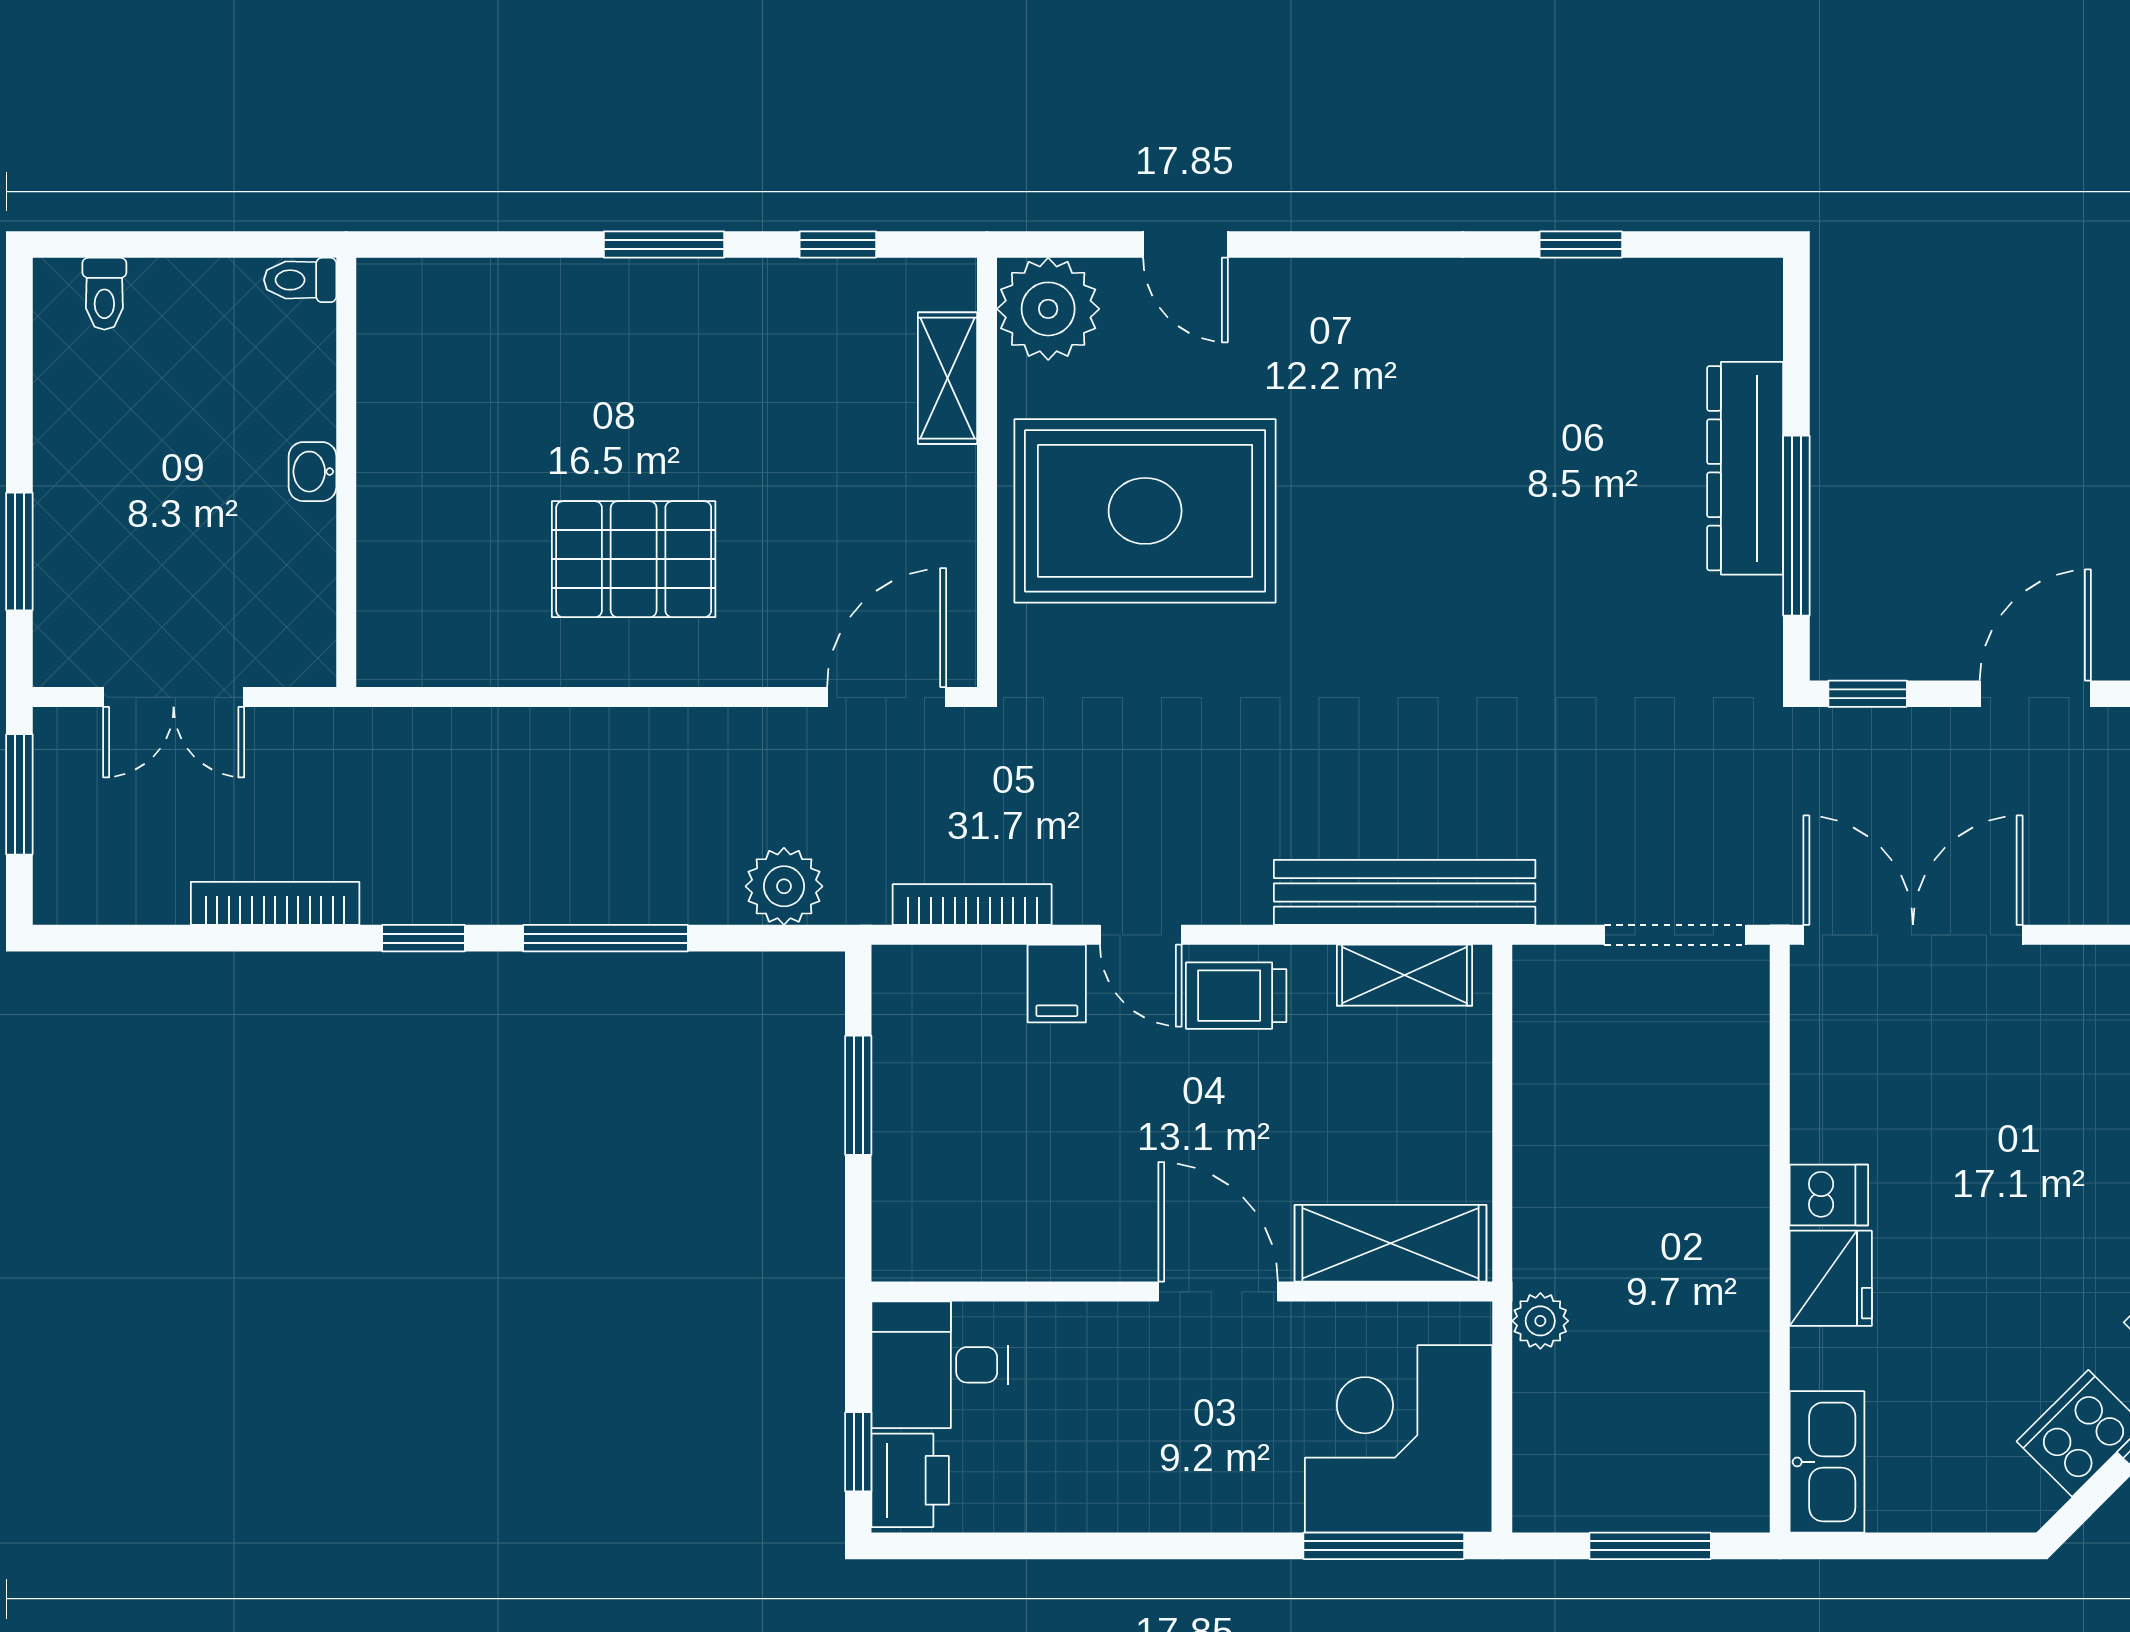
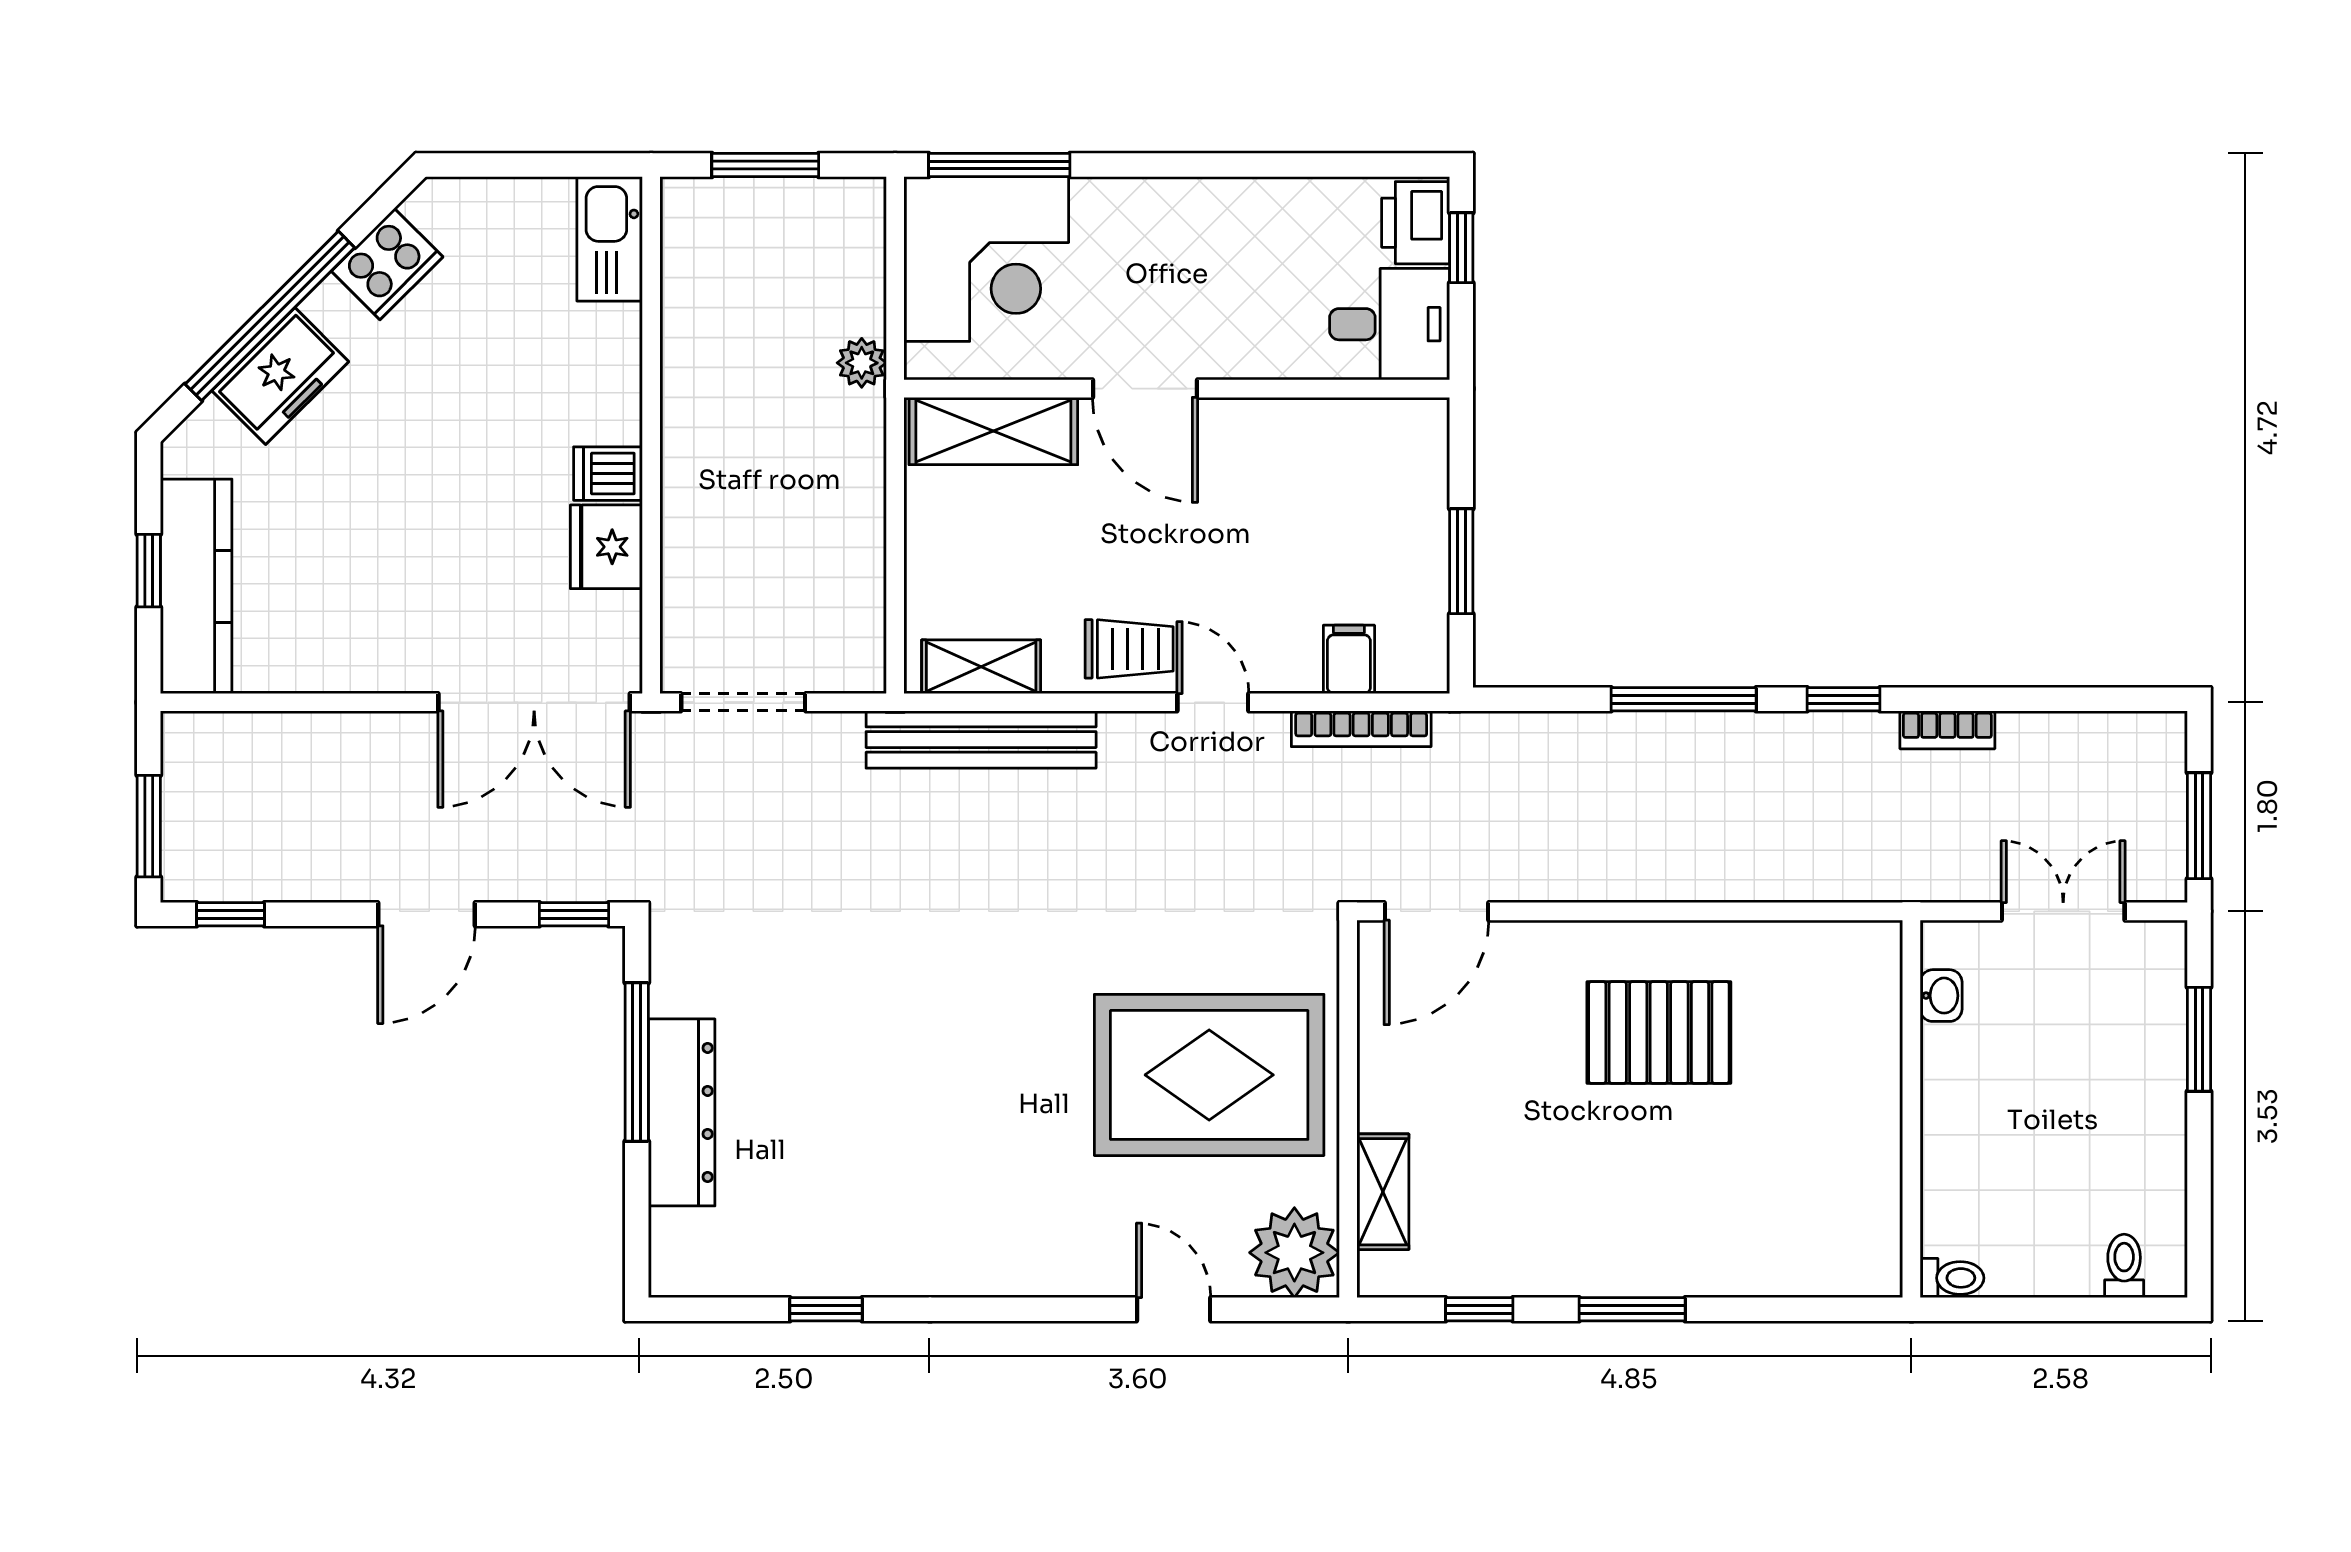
washbasin: (313, 472) -> (1941, 996), moved
plant: (784, 886) -> (1527, 745), removed
bookcase: (275, 903) -> (1947, 730), width x0.64
filing cabinet: (1057, 984) -> (1349, 659), moved
fridge: (1831, 1278) -> (606, 547), moved

